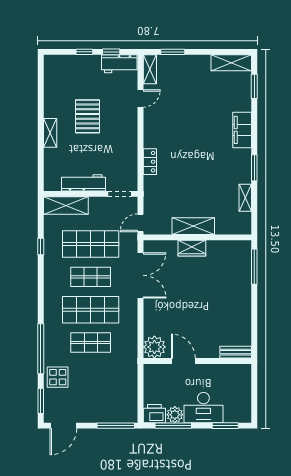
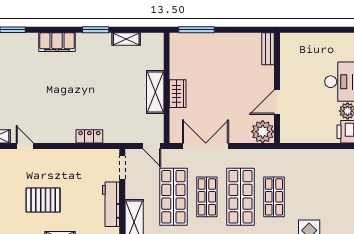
plant: (154, 347) -> (263, 132), moved
bench: (236, 352) -> (268, 49), moved
door: (183, 361) -> (277, 102), moved
wall: (197, 361) -> (277, 88), moved

